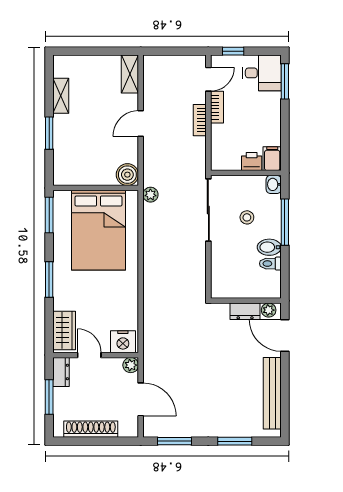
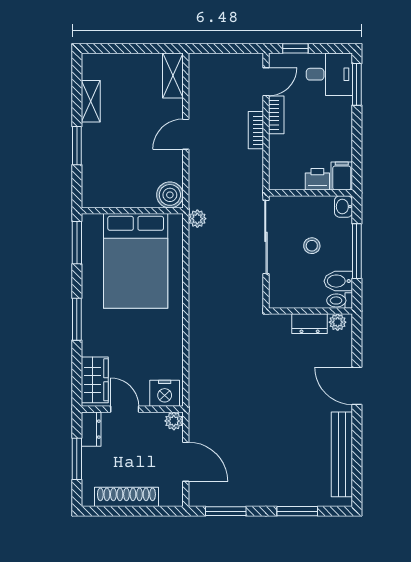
wall: (246, 301) -> (311, 311), moved
plant: (269, 310) -> (338, 322), moved
dresser: (245, 311) -> (310, 324), moved

